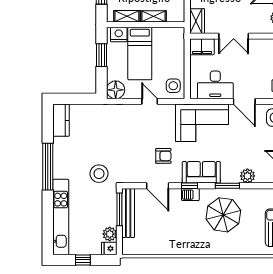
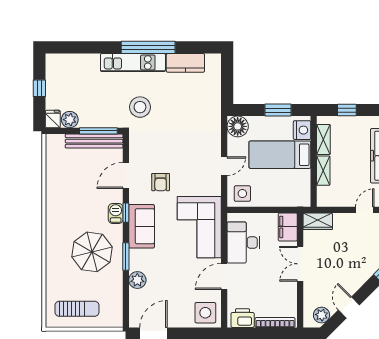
kitchen counter: (61, 120) -> (185, 63), moved
kitchen unit: (61, 217) -> (133, 63), moved, width x0.73

